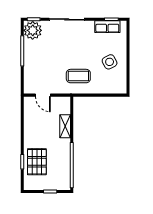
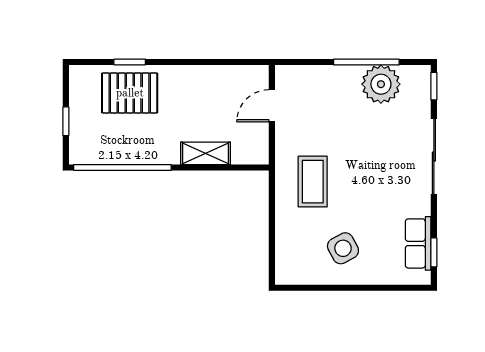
plant: (33, 30) -> (381, 84), moved

